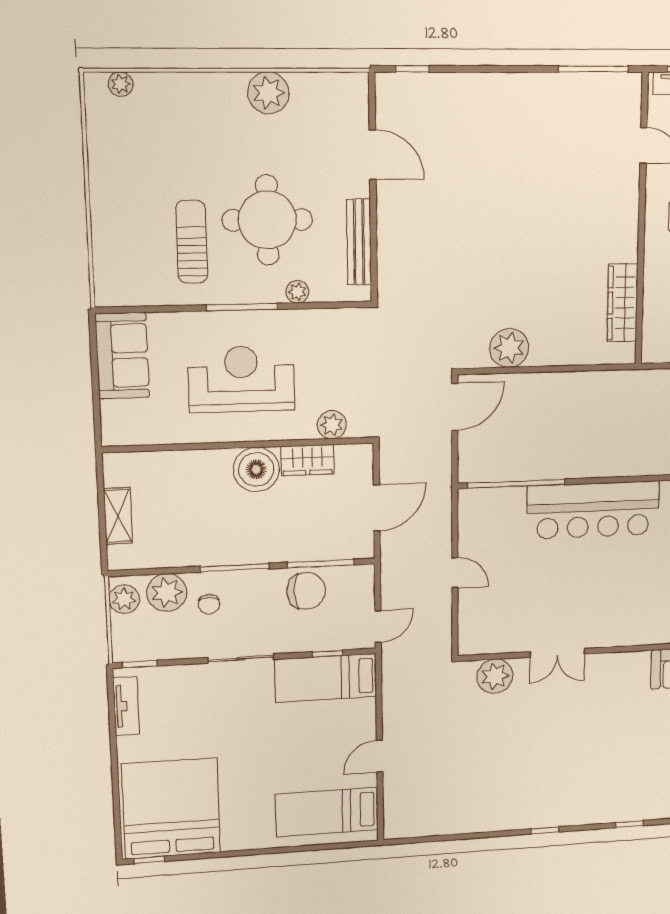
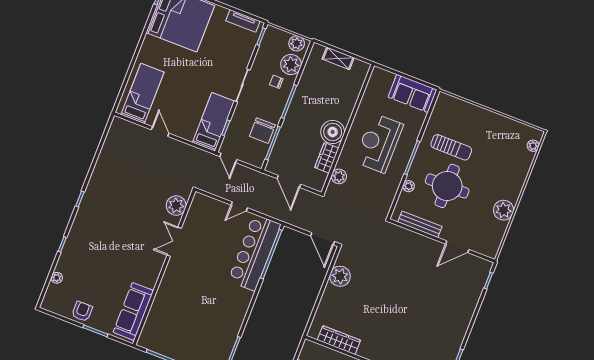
reception desk: (241, 379) -> (379, 143), turned 180
bar counter: (593, 510) -> (255, 253), moved

